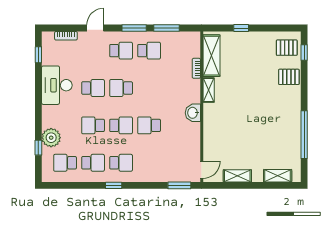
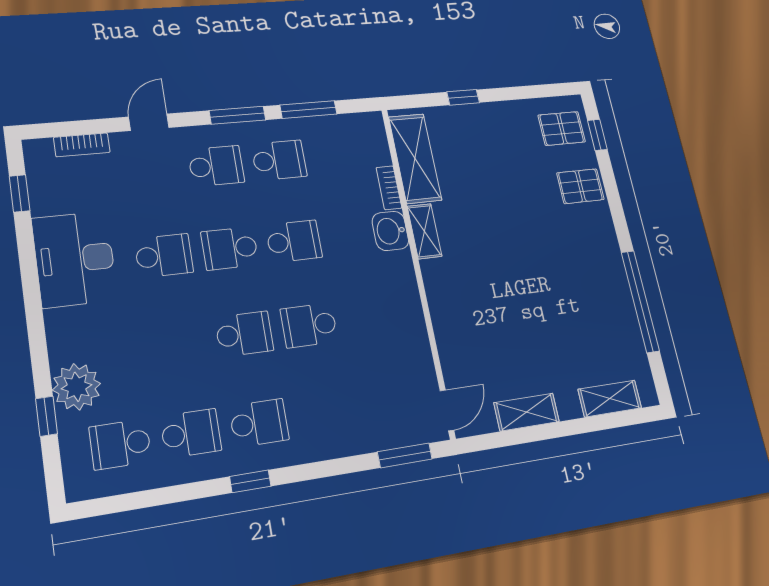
washbasin: (193, 113) -> (390, 231), moved
school desk: (93, 125) -> (294, 241), moved, turned 180

